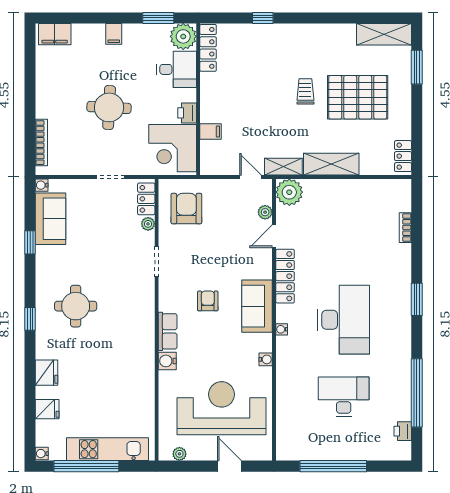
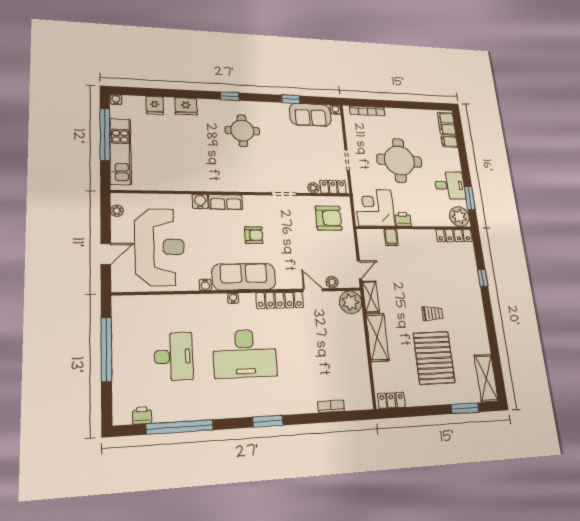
filing cabinet: (114, 34) -> (450, 141), moved
desk: (177, 69) -> (450, 185), moved, turned -90
round table: (109, 107) -> (399, 161), width x1.36, depth x1.36
sofa: (257, 306) -> (244, 277), width x1.36

